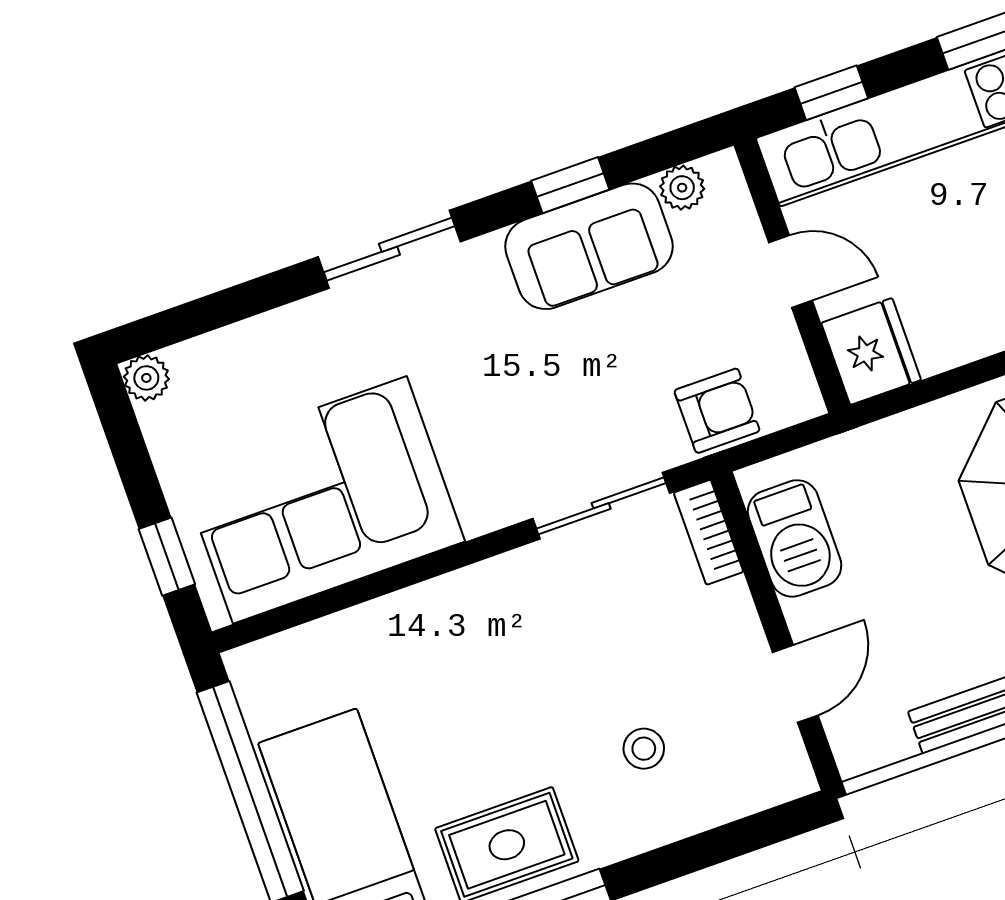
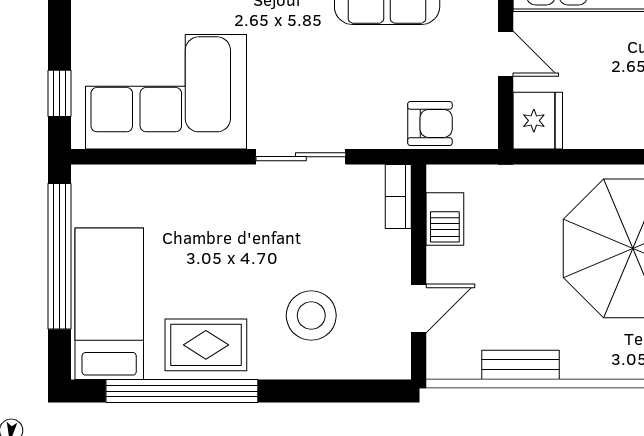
sliding door: (601, 506) -> (301, 157), moved
barbecue: (795, 538) -> (445, 219), width x0.73, depth x0.79
stool: (644, 749) -> (311, 315), width x1.89, depth x1.89

